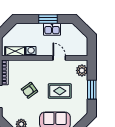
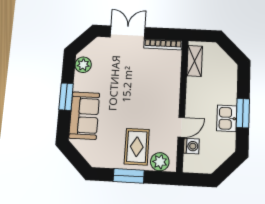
washing machine: (31, 51) -> (191, 146), moved
armchair: (29, 90) -> (134, 79), removed
rug: (60, 91) -> (137, 147), moved

